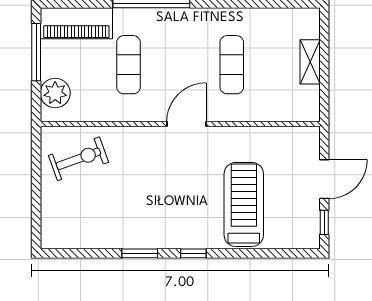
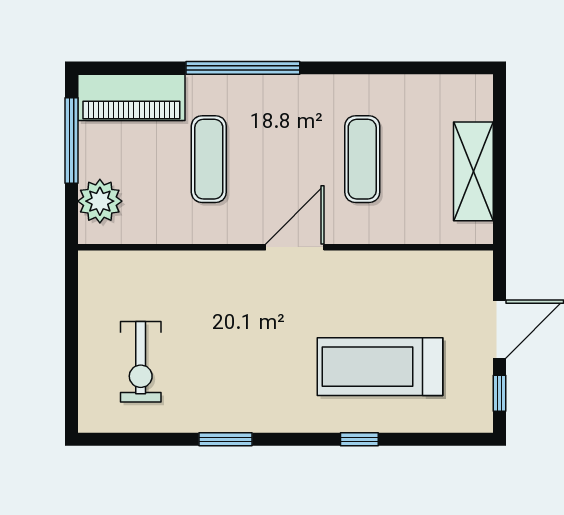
shelving: (310, 62) -> (473, 171), width x1.50, depth x1.33
exercise bike: (78, 159) -> (141, 362), moved, turned 110
treadmill: (244, 204) -> (380, 367), turned -90
window: (193, 253) -> (359, 439), moved

